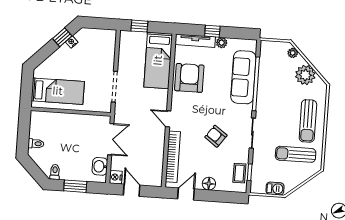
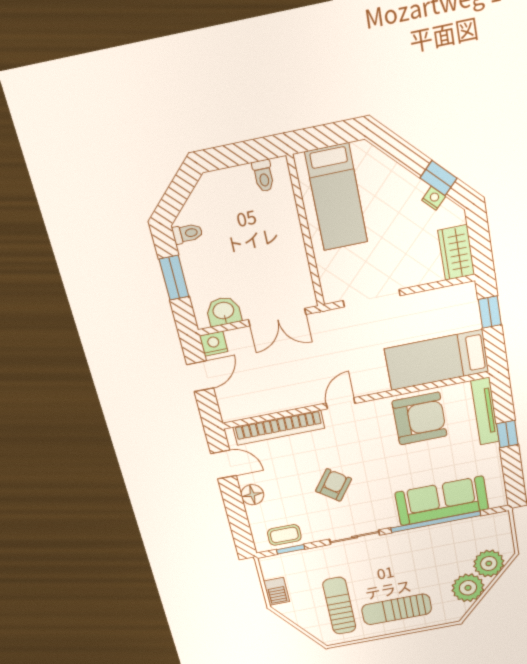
wardrobe: (103, 37) -> (456, 253), added
plant: (222, 43) -> (491, 453), removed
plant: (293, 53) -> (489, 563), width x1.88, depth x1.88
toilet: (36, 144) -> (263, 176), moved

